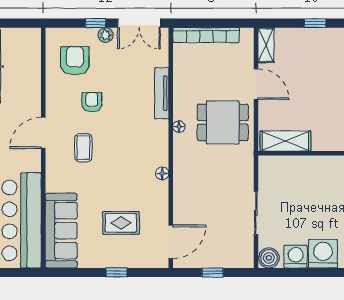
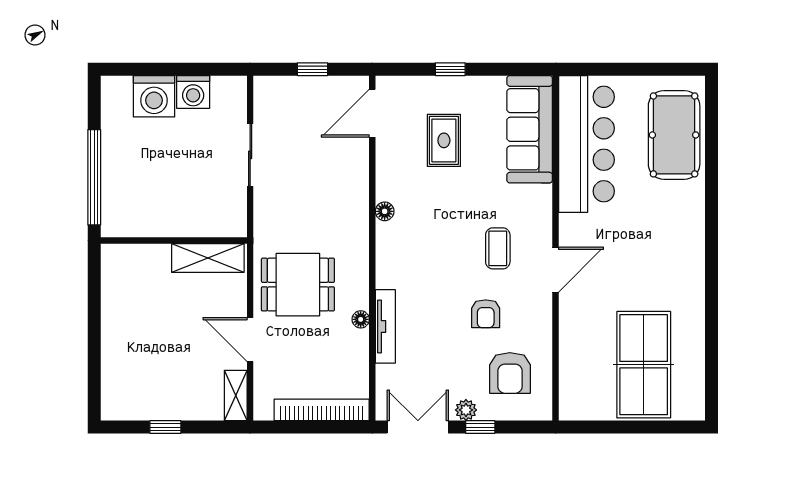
floor lamp: (179, 127) -> (361, 319), moved
rug: (121, 223) -> (444, 140), turned 90
boiler: (269, 258) -> (232, 90), removed

